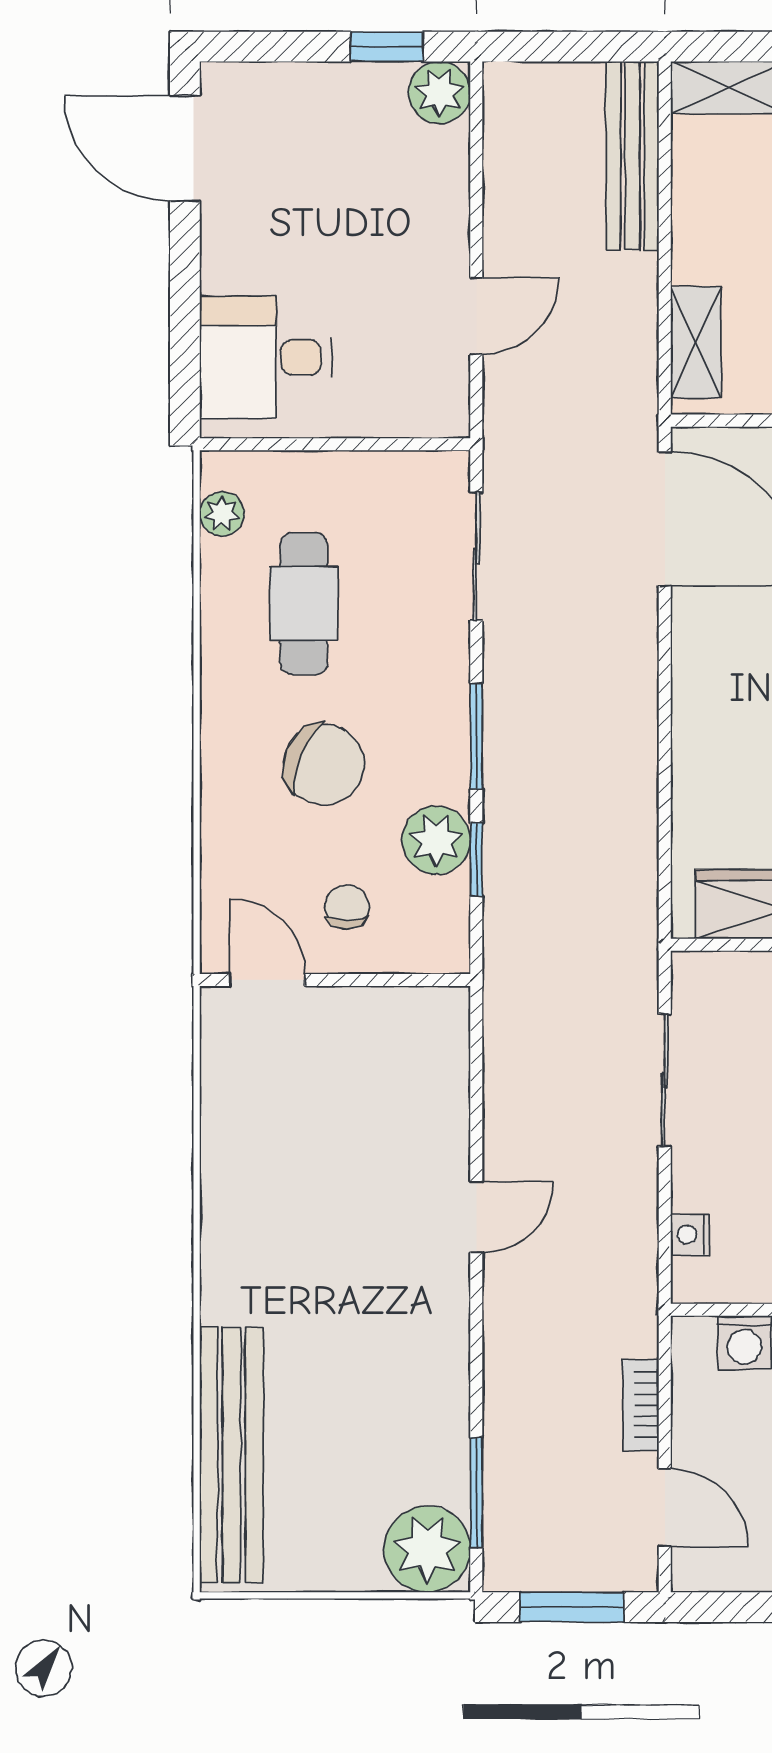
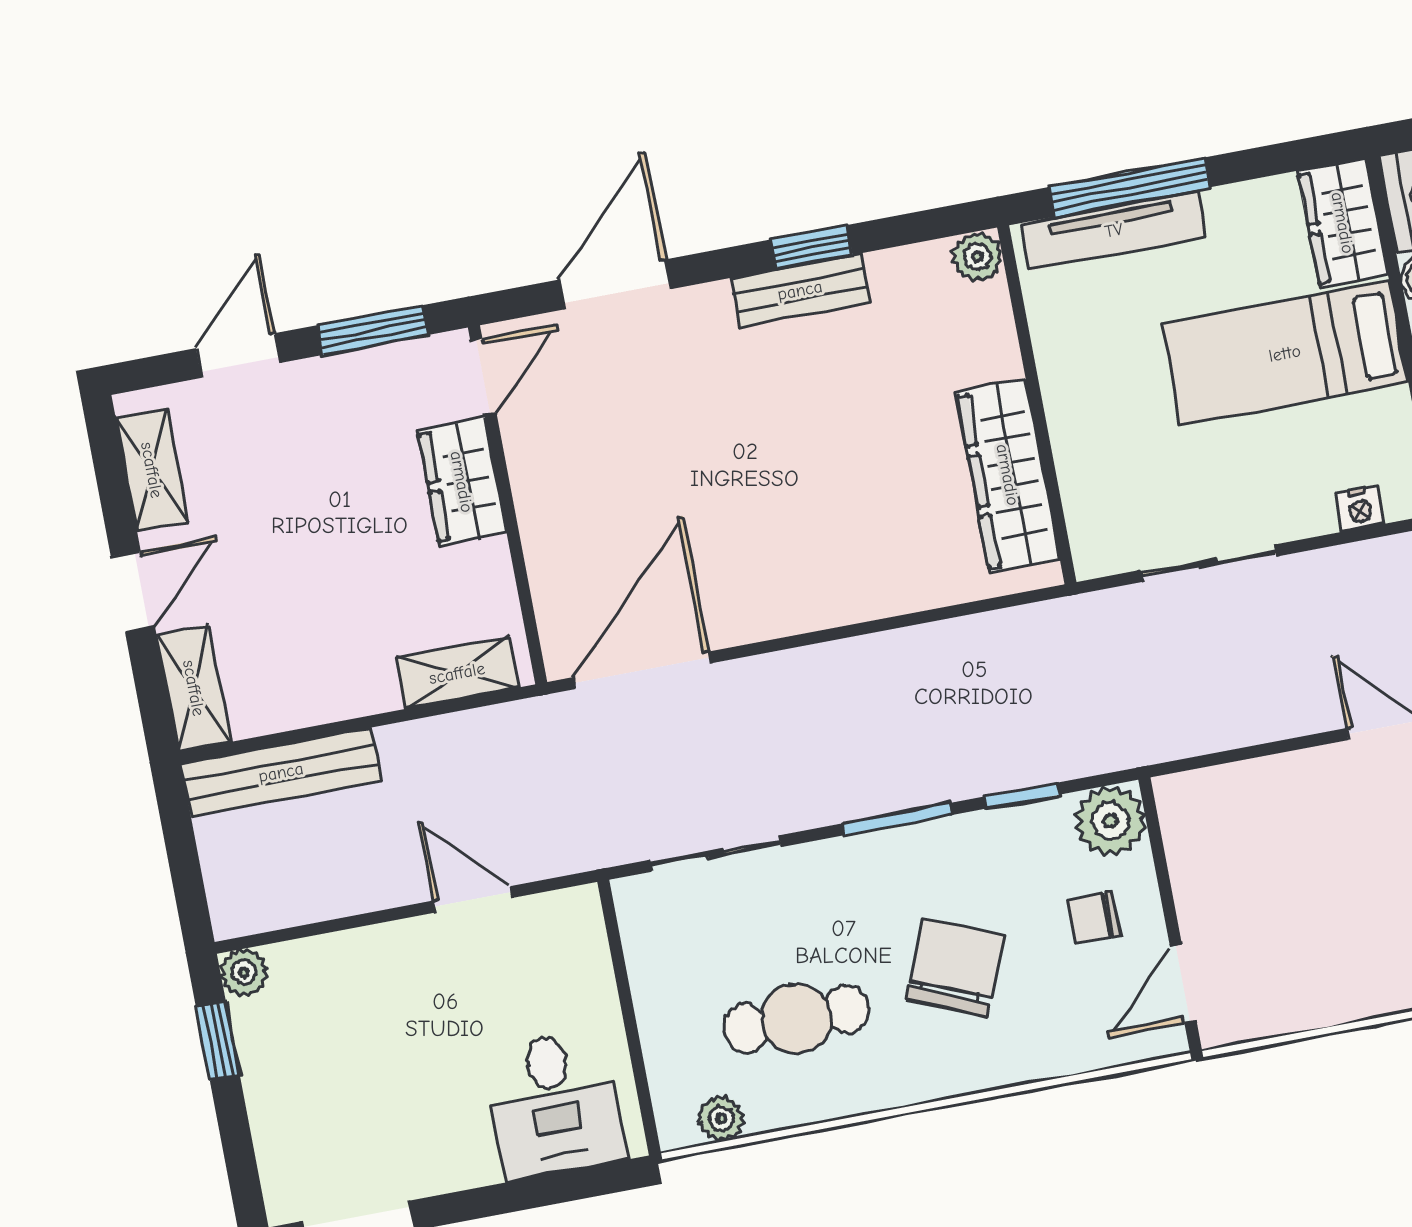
plant: (439, 92) -> (244, 972), width x0.73, depth x0.73
plant: (436, 840) -> (1110, 821), moved

